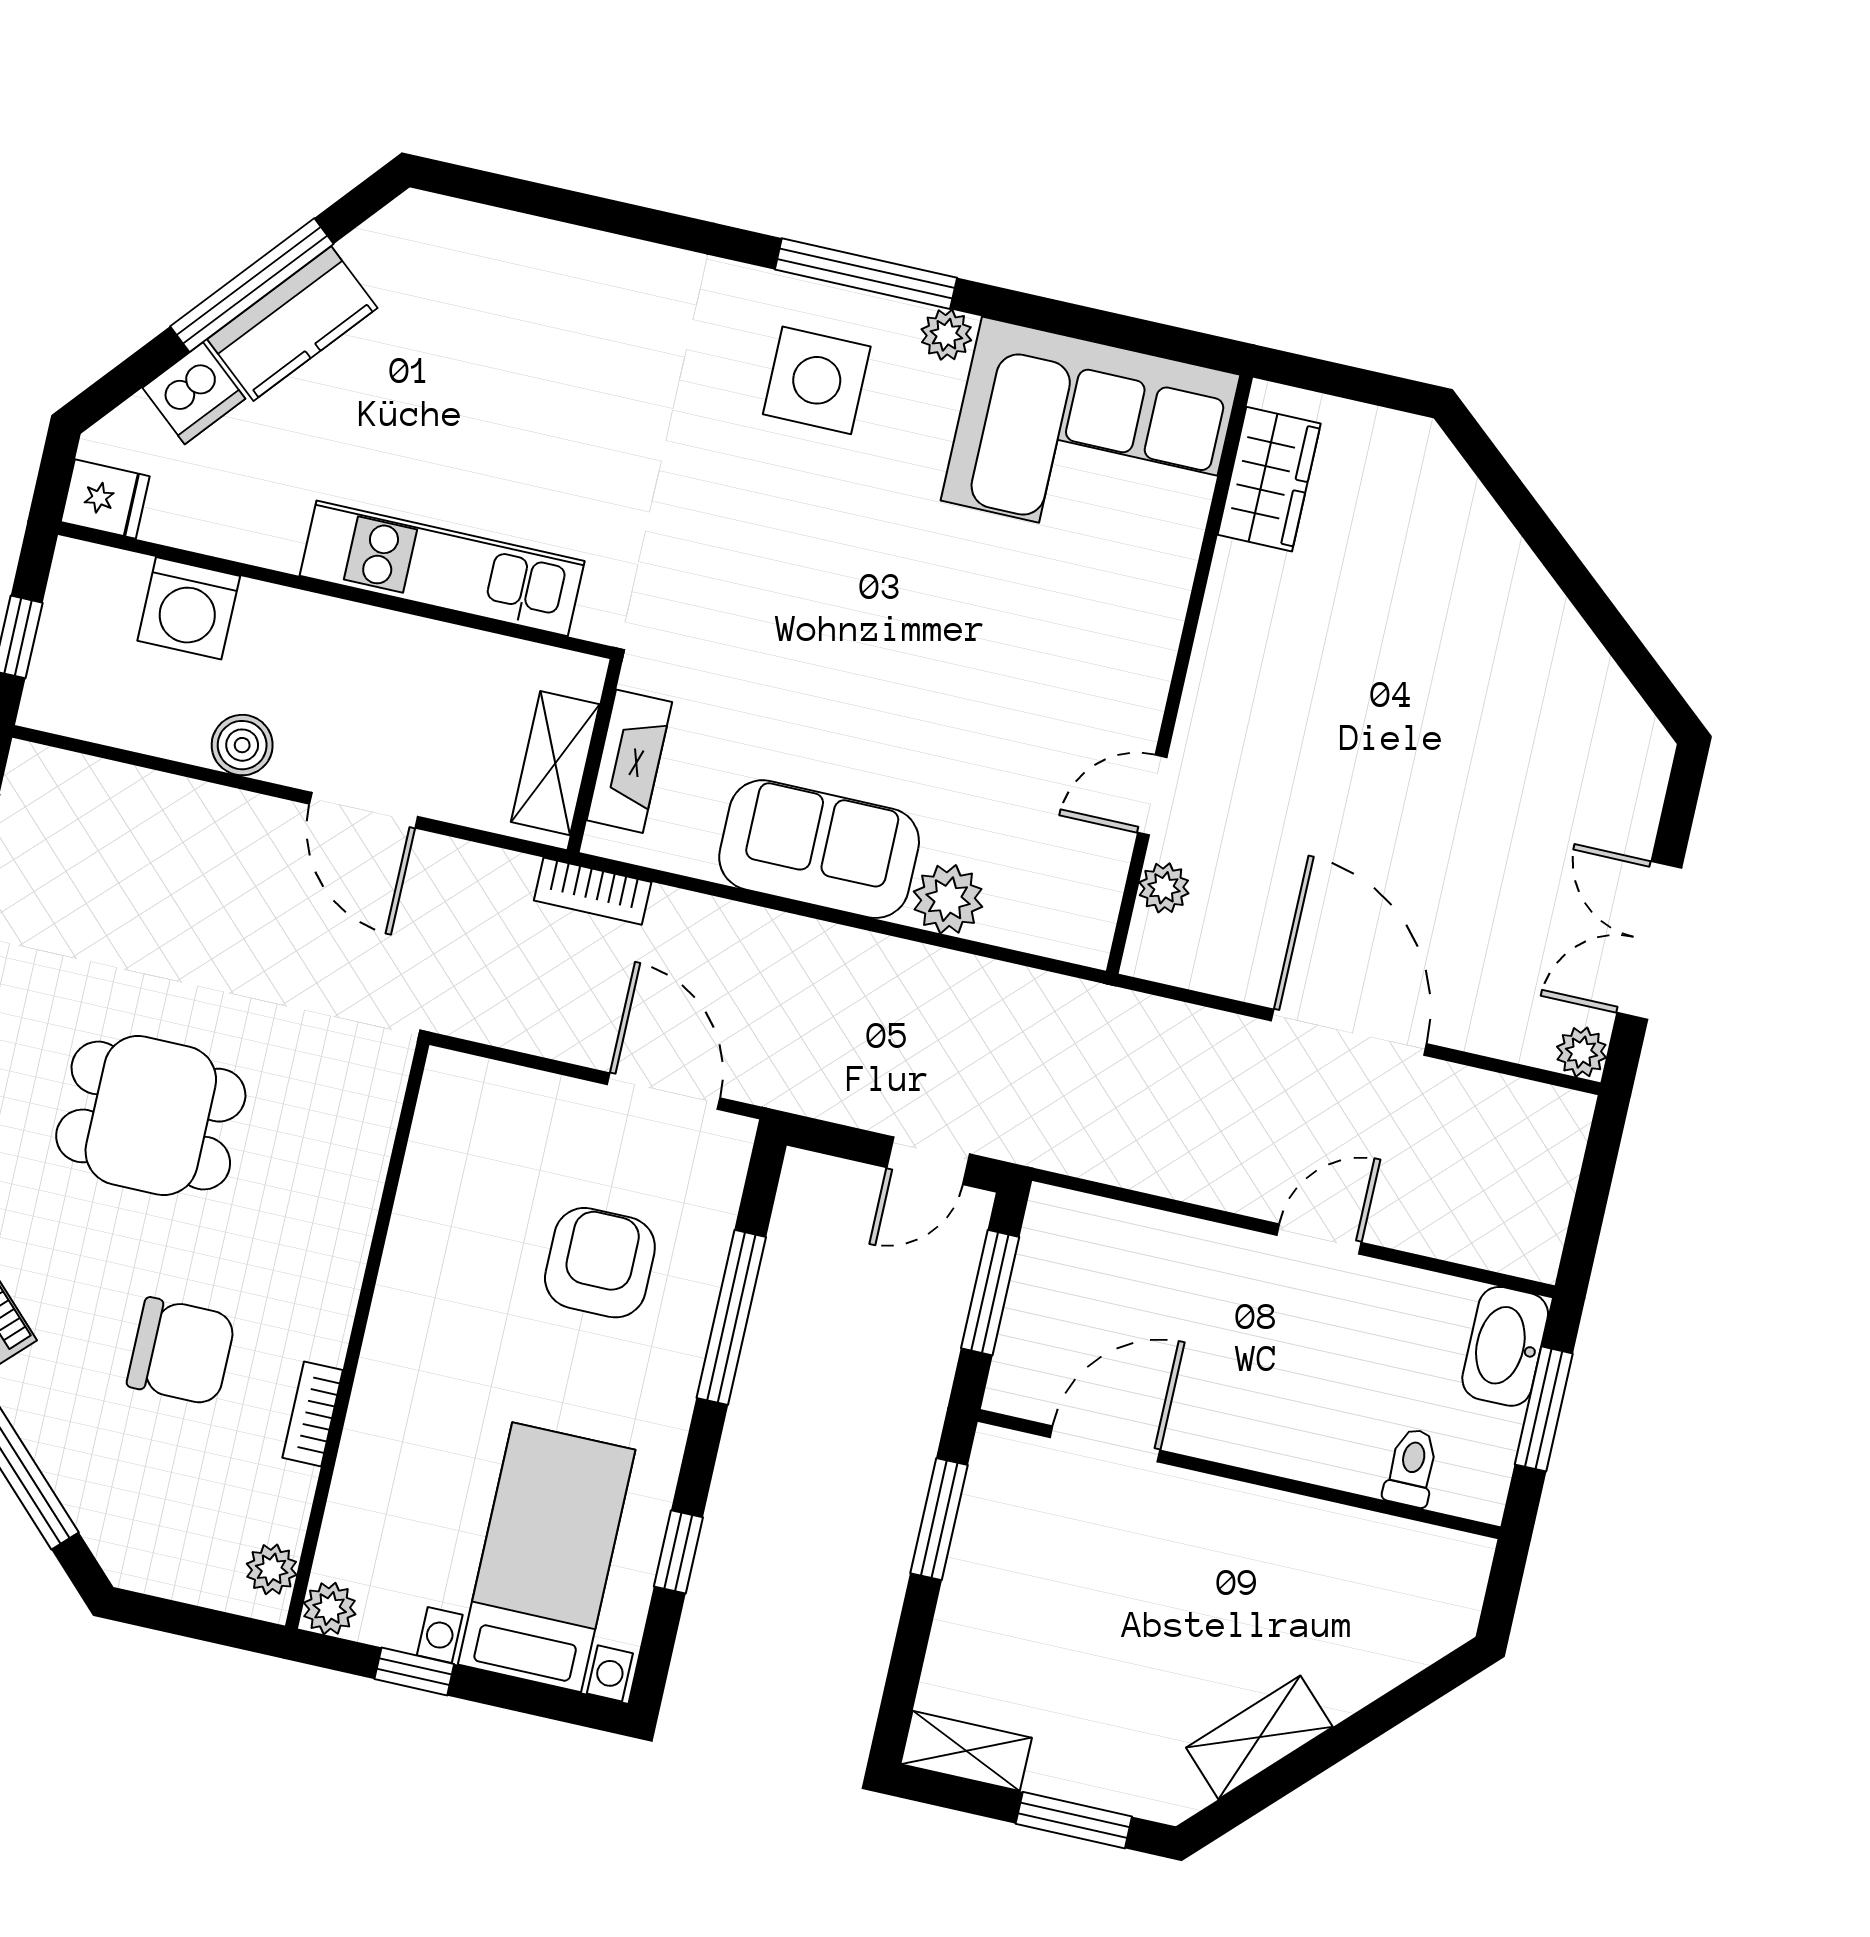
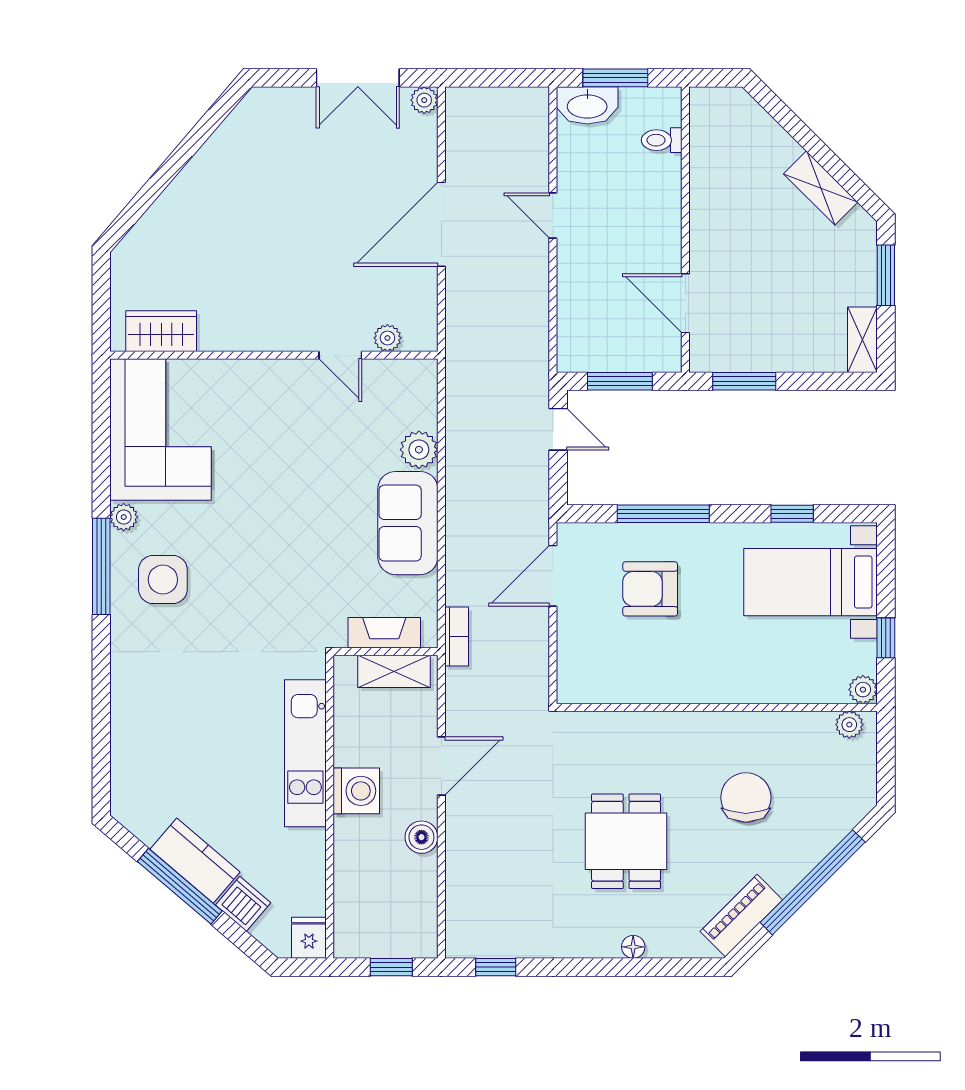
washing machine: (189, 608) -> (356, 791), moved
bookcase: (313, 1414) -> (763, 721), removed

